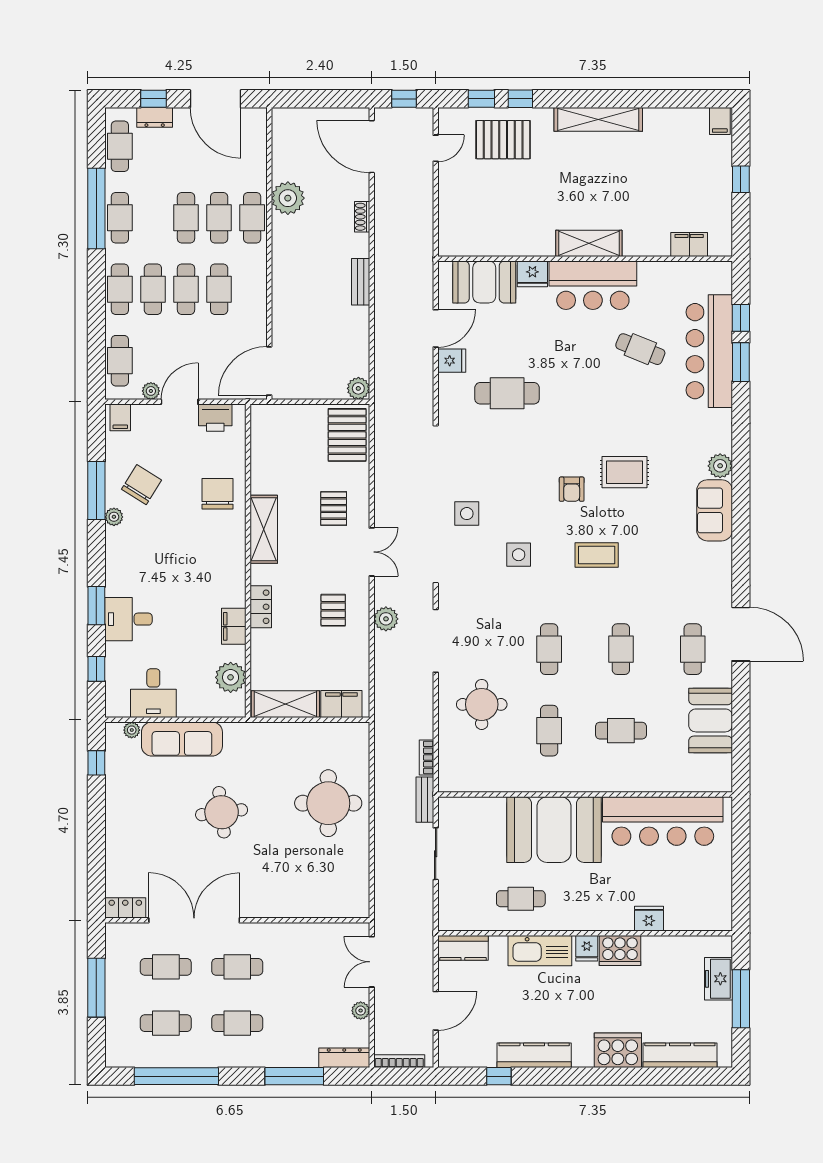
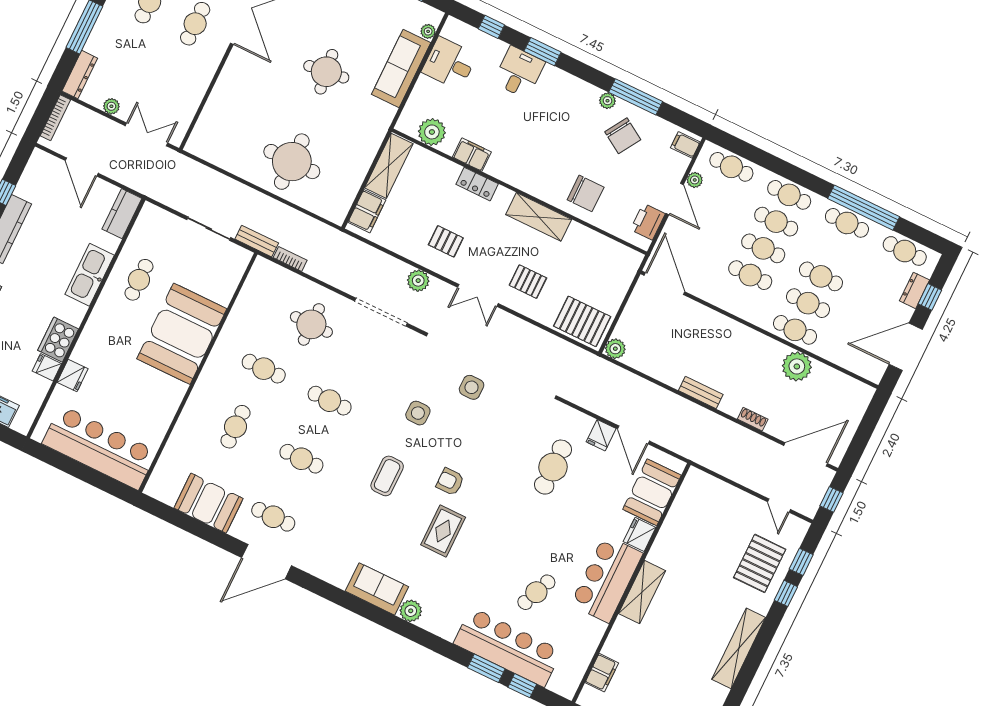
bar counter: (663, 821) -> (100, 447), moved, turned 90
fridge: (587, 948) -> (47, 367), moved

